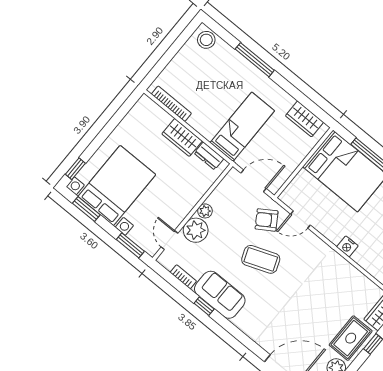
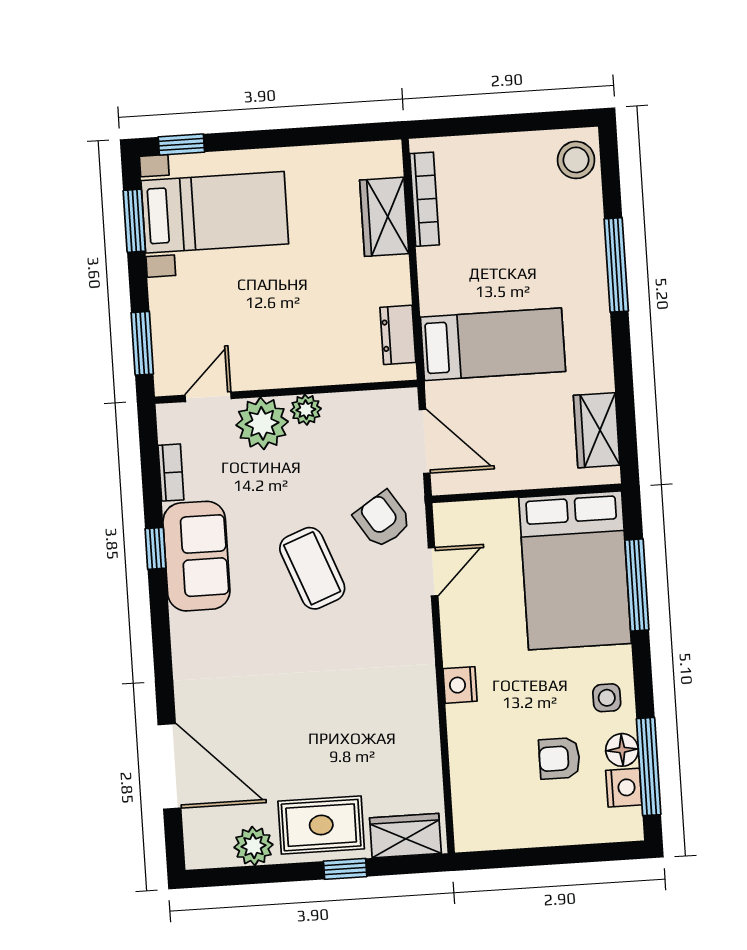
wardrobe: (182, 137) -> (384, 217), moved
bed with nightstands: (117, 185) -> (215, 212), width x0.73
door: (300, 219) -> (433, 572), swing flipped

